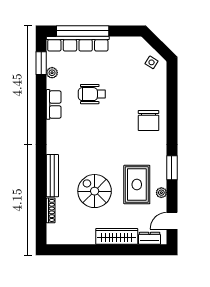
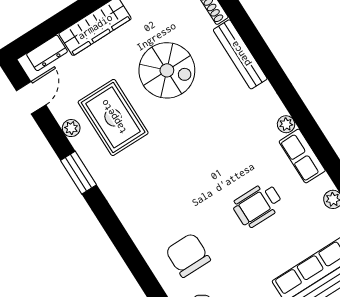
wheelchair: (92, 94) -> (258, 205), turned 180
chair: (149, 120) -> (188, 255), moved
plant: (52, 126) -> (286, 124), added

